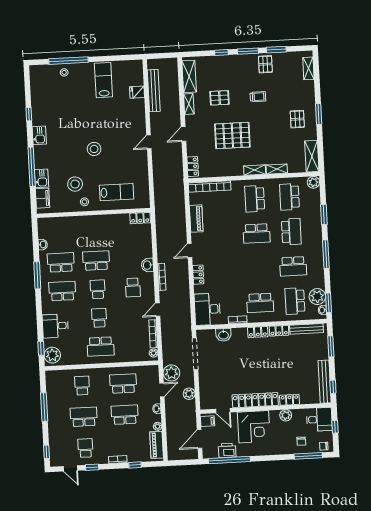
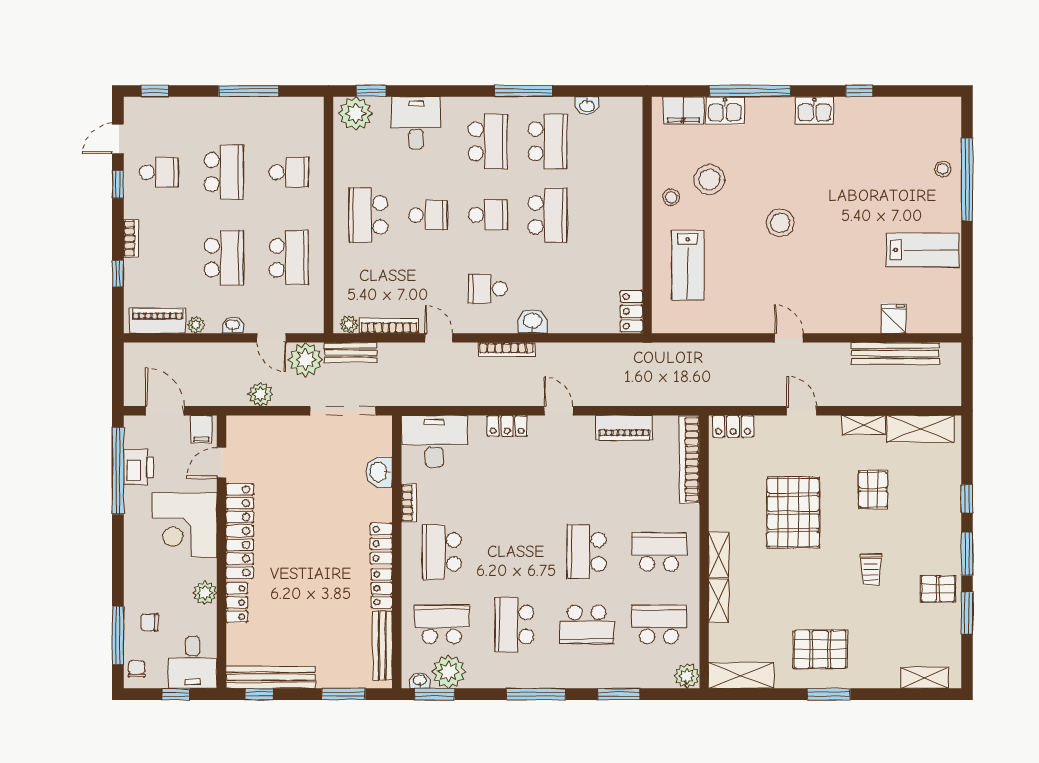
pallet: (297, 119) -> (820, 649), width x1.50, depth x1.42
bench: (167, 352) -> (351, 353), added

